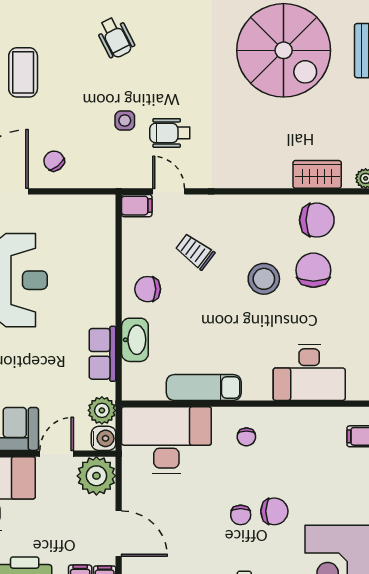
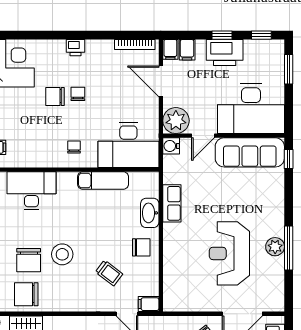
plant: (102, 410) -> (172, 165), removed

